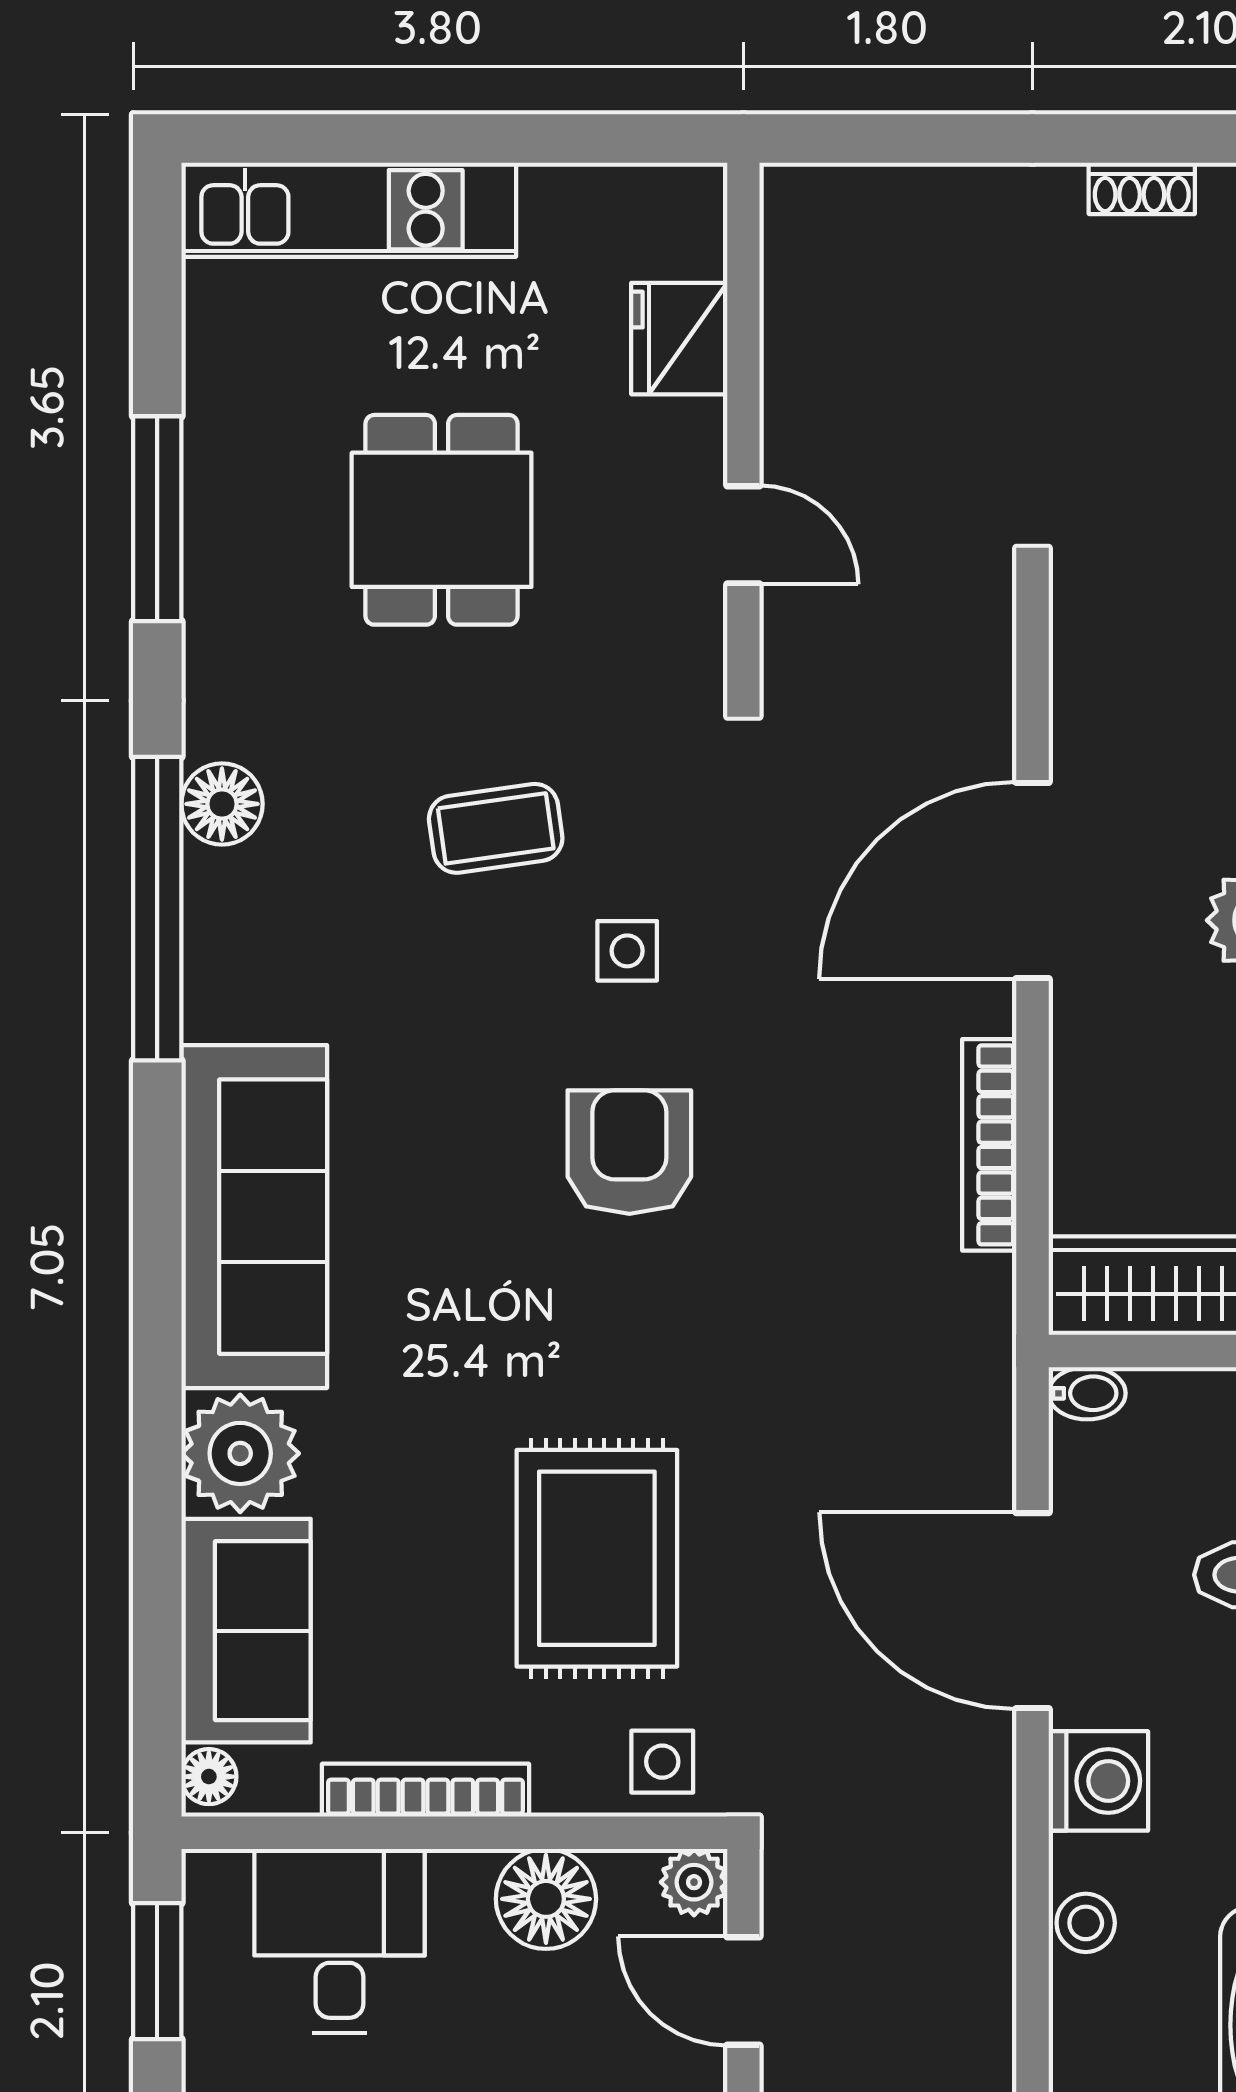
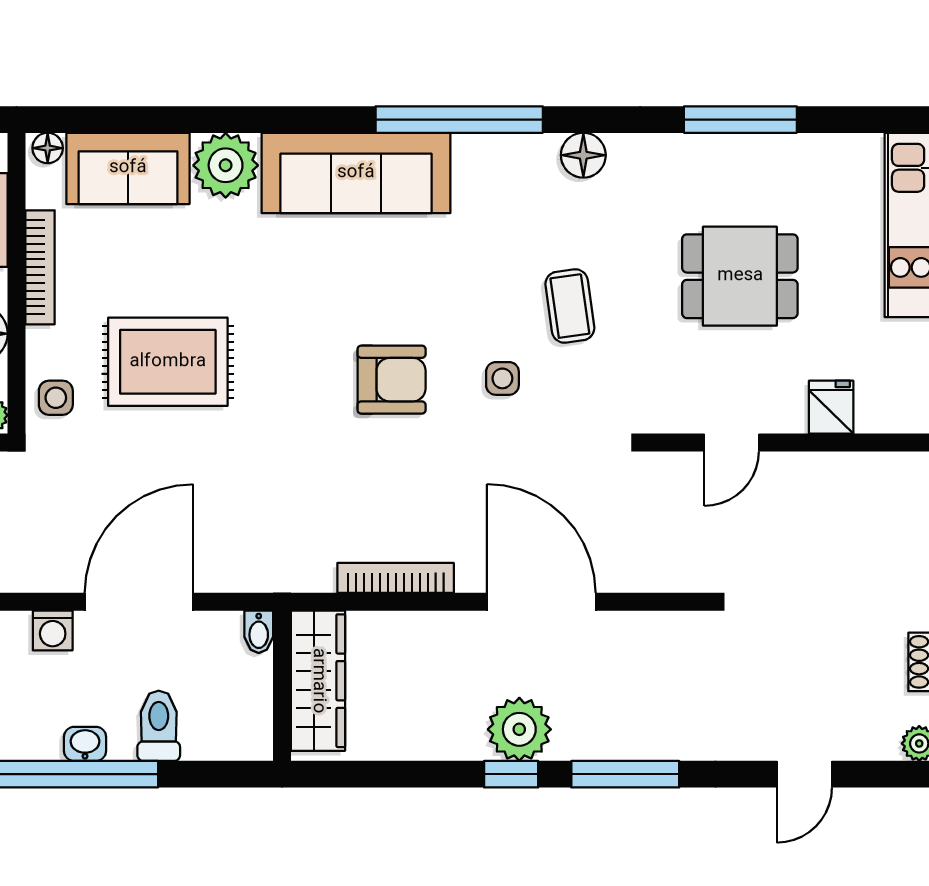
fridge: (679, 339) -> (831, 407), width x0.72
window: (157, 909) -> (459, 120), moved
washing machine: (1098, 1781) -> (53, 630), width x0.73, depth x0.73

